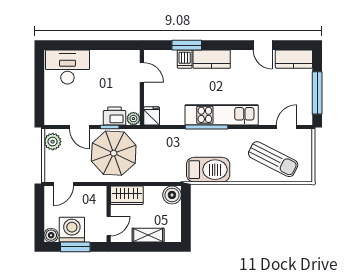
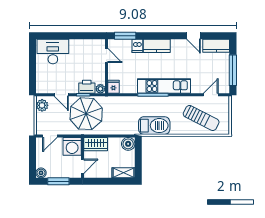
window: (187, 45) -> (125, 36), moved
washing machine: (72, 230) -> (72, 146), moved, turned 180
shelving: (148, 235) -> (123, 173), moved

